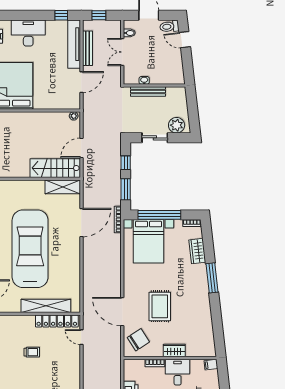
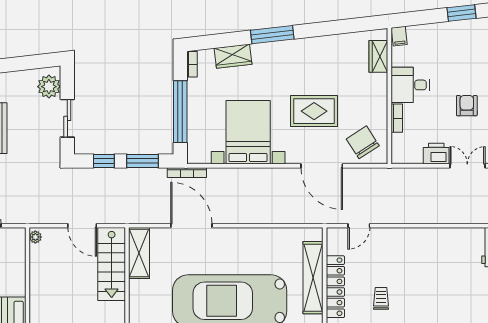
bed with nightstands: (149, 241) -> (248, 132), moved, turned -90
door: (122, 312) -> (322, 166), hinge flipped
locker: (57, 321) -> (335, 287), moved
wardrobe: (174, 350) -> (378, 56), moved

